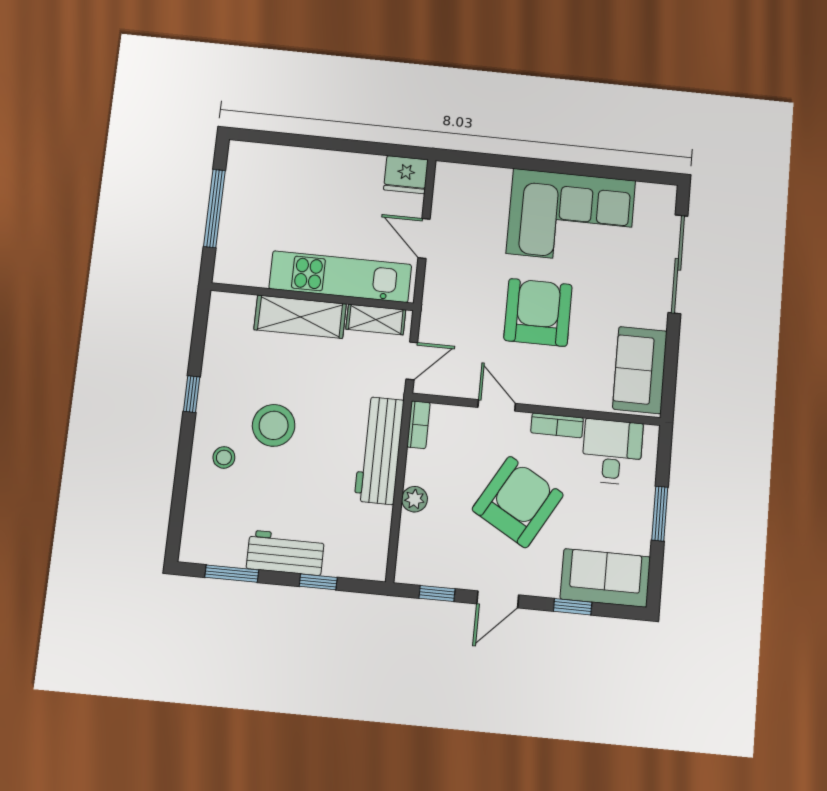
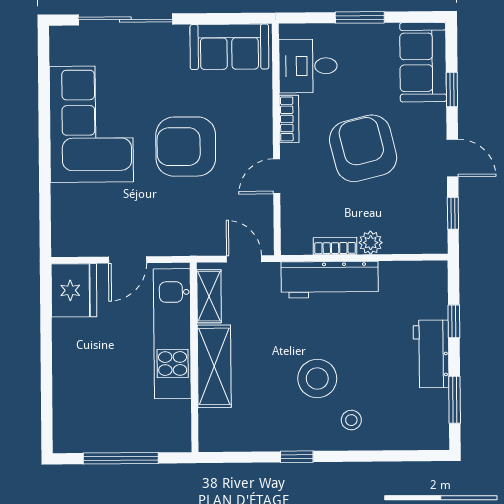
fridge: (406, 175) -> (74, 290), width x1.36, depth x1.34
bookcase: (418, 425) -> (335, 246), moved
armchair: (518, 502) -> (363, 148), turned 46

